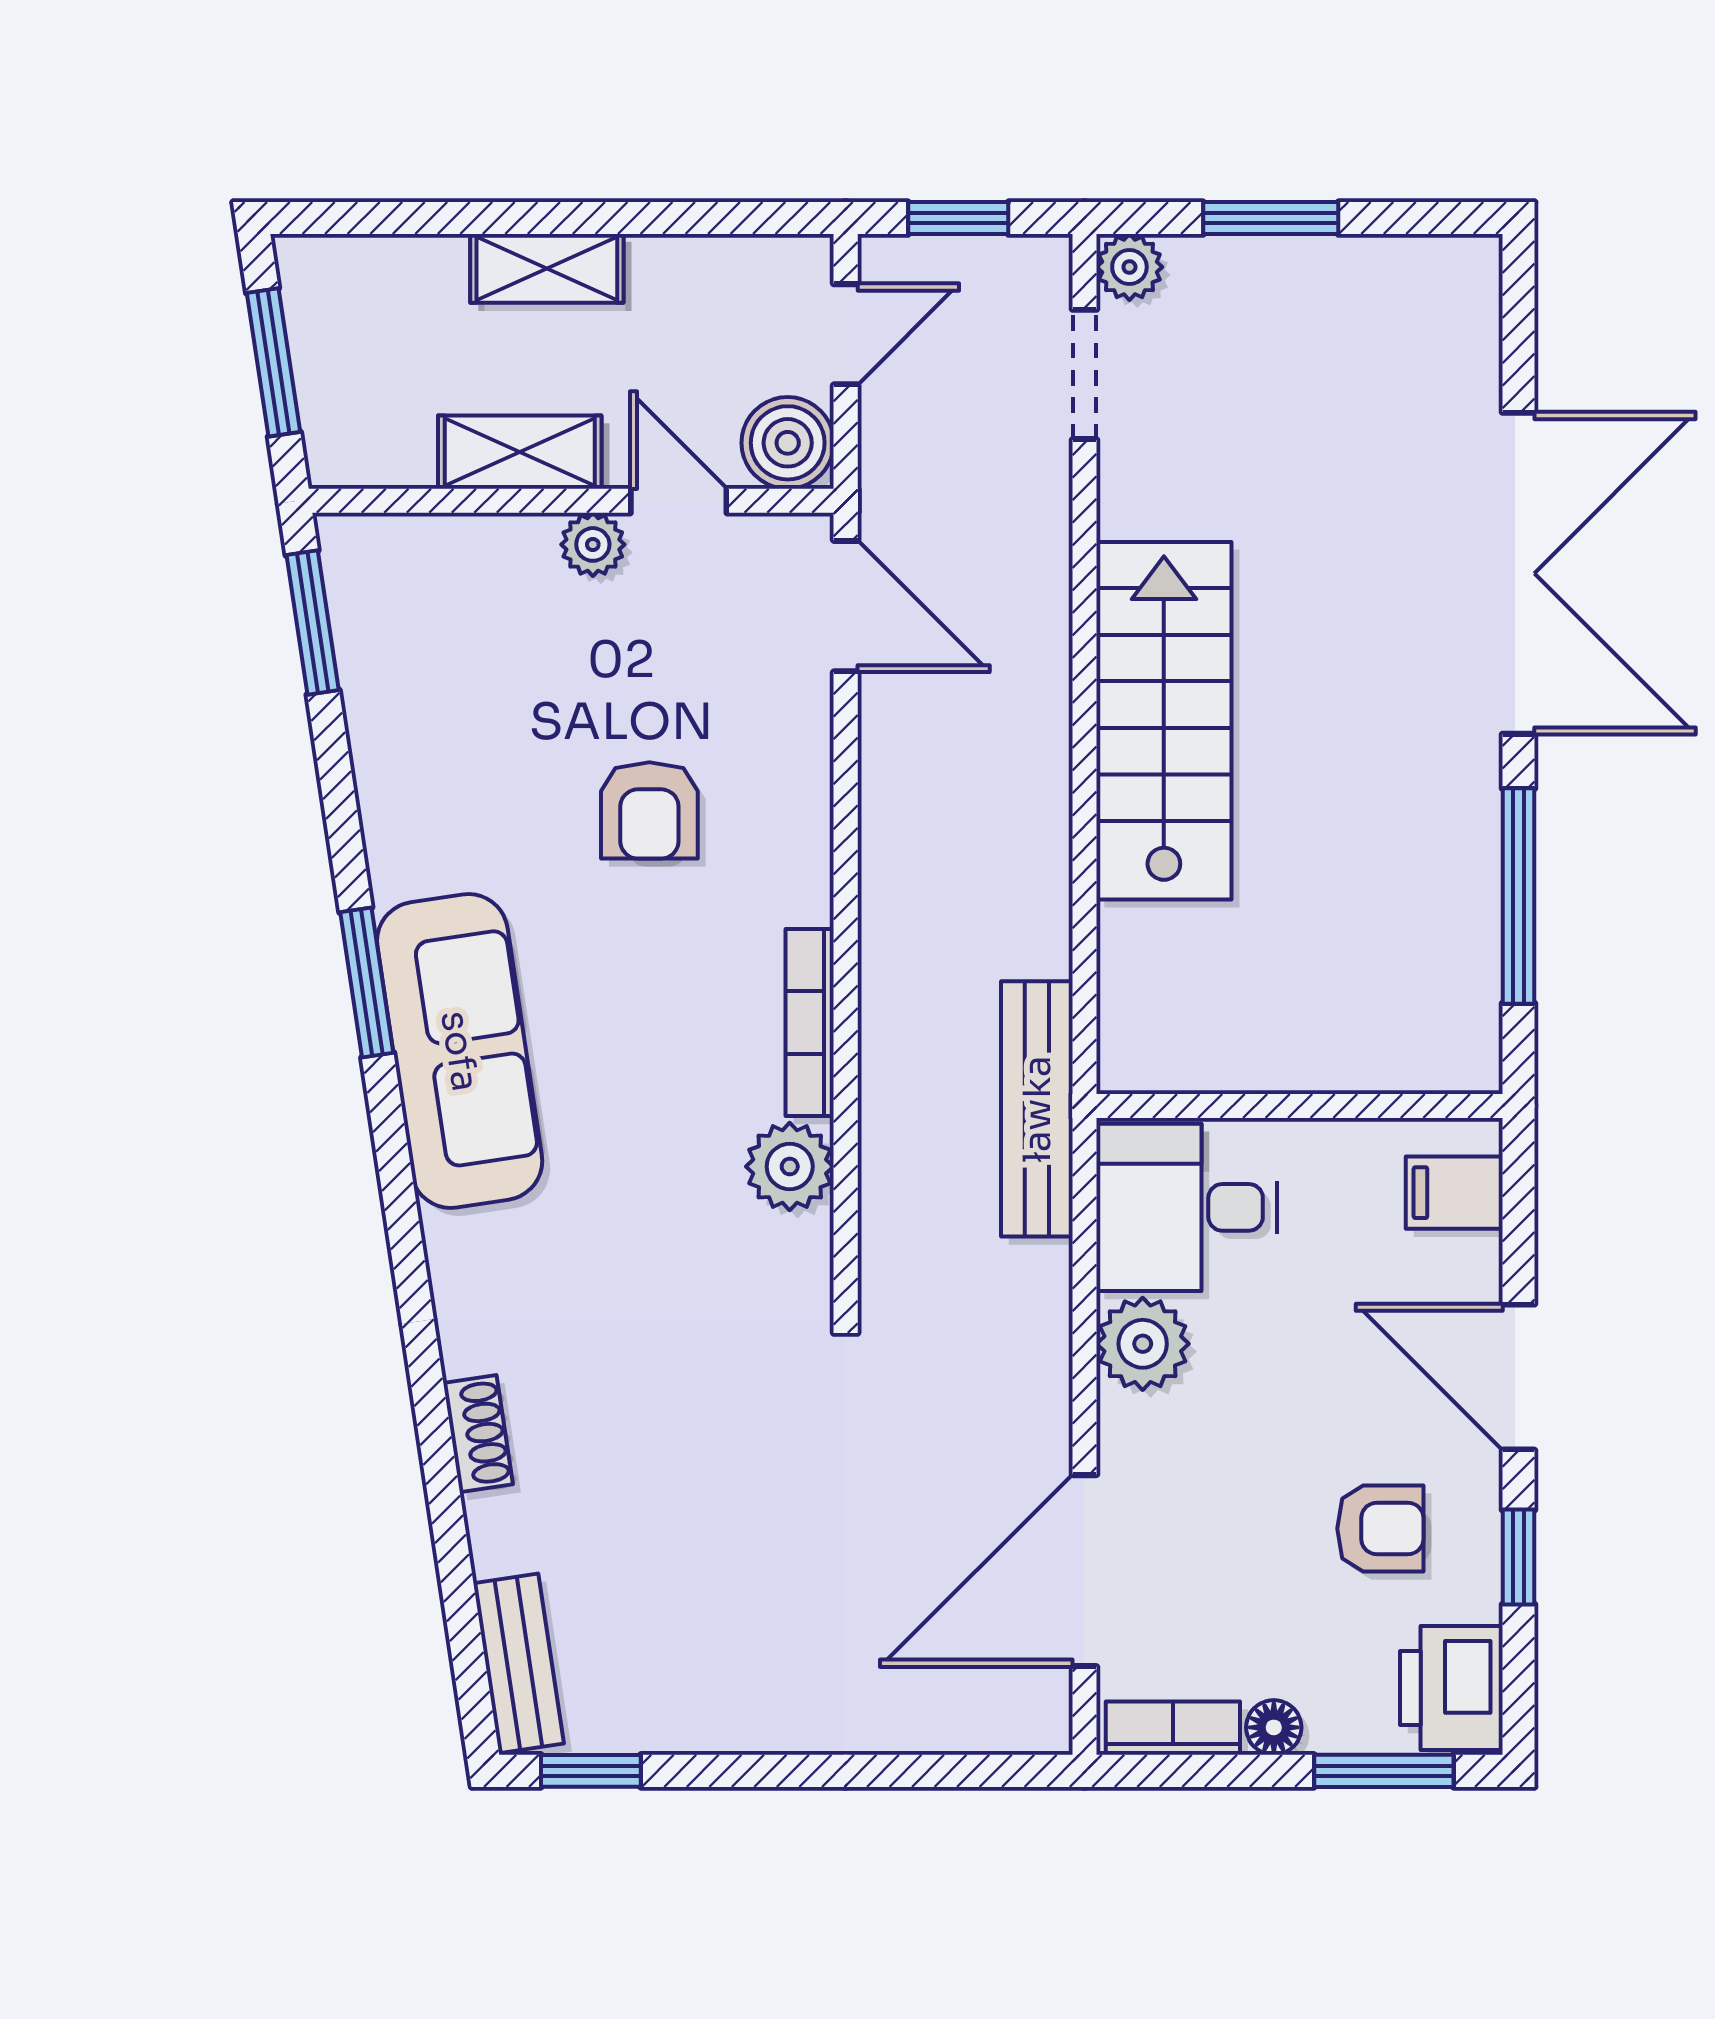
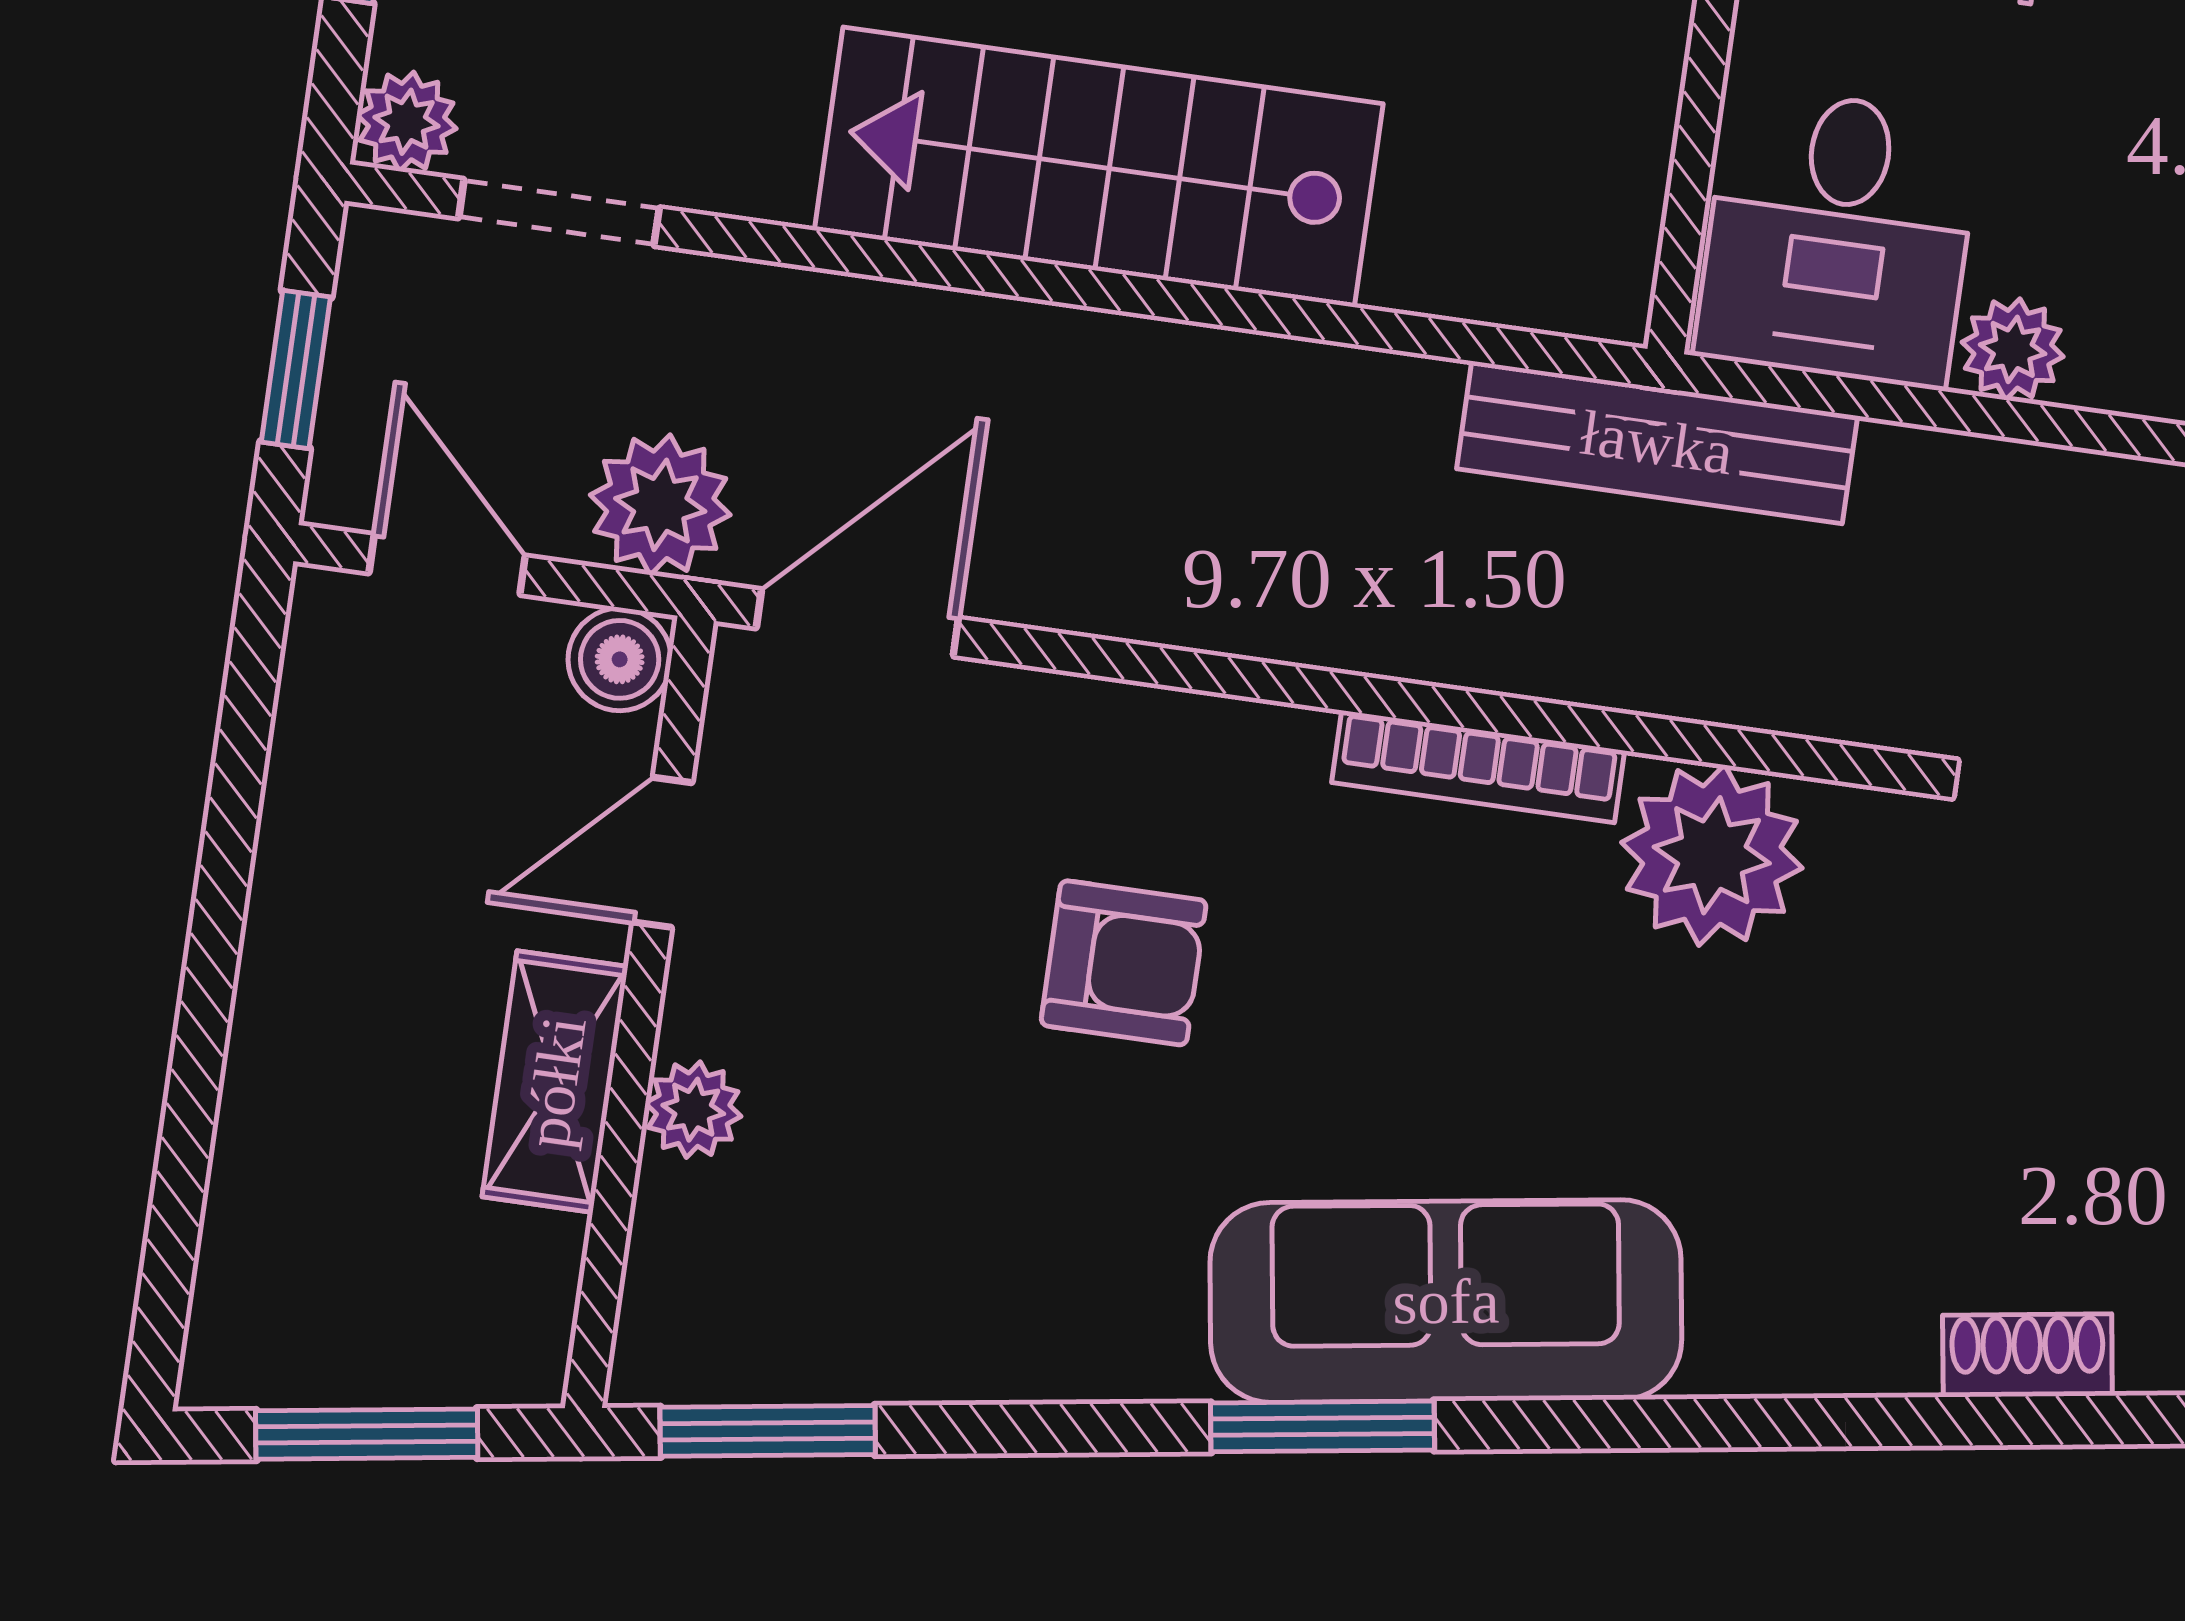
shelving: (547, 268) -> (284, 1001), removed
boiler: (788, 443) -> (620, 659), width x0.73, depth x0.73
plant: (904, 467) -> (660, 505), added
plant: (593, 544) -> (693, 1110), moved
plant: (790, 1167) -> (1712, 855), width x1.36, depth x1.36
plant: (1143, 1344) -> (2013, 349), width x0.73, depth x0.73

